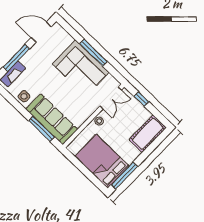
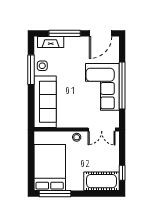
door: (41, 32) -> (101, 33), swing flipped
window: (93, 53) -> (122, 85), width x1.46
window: (141, 99) -> (122, 173), moved
window: (41, 129) -> (31, 70), moved

